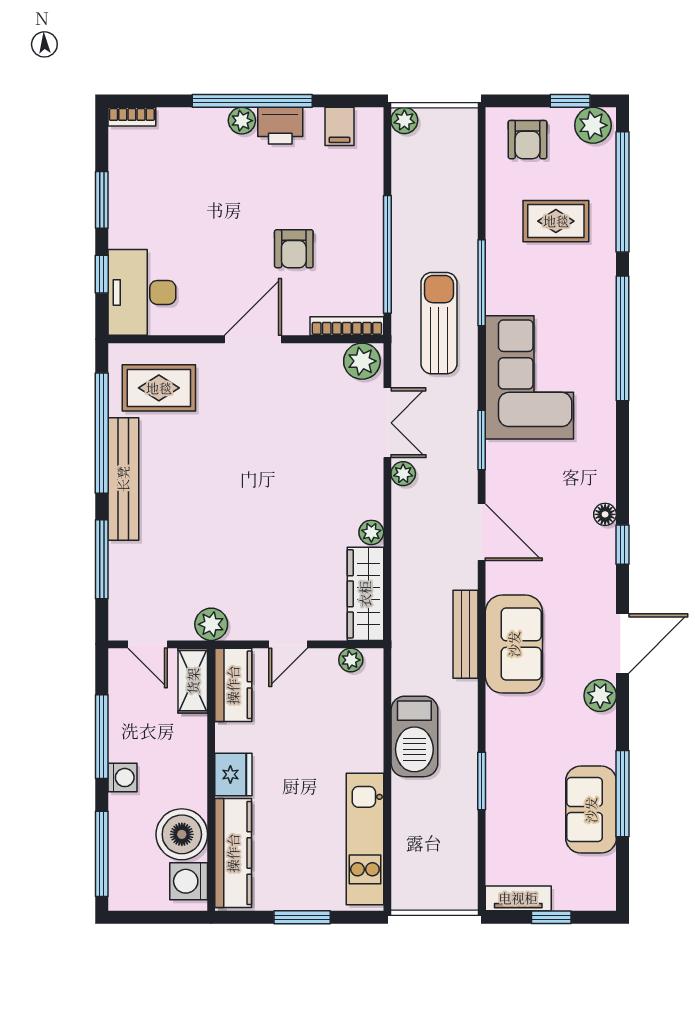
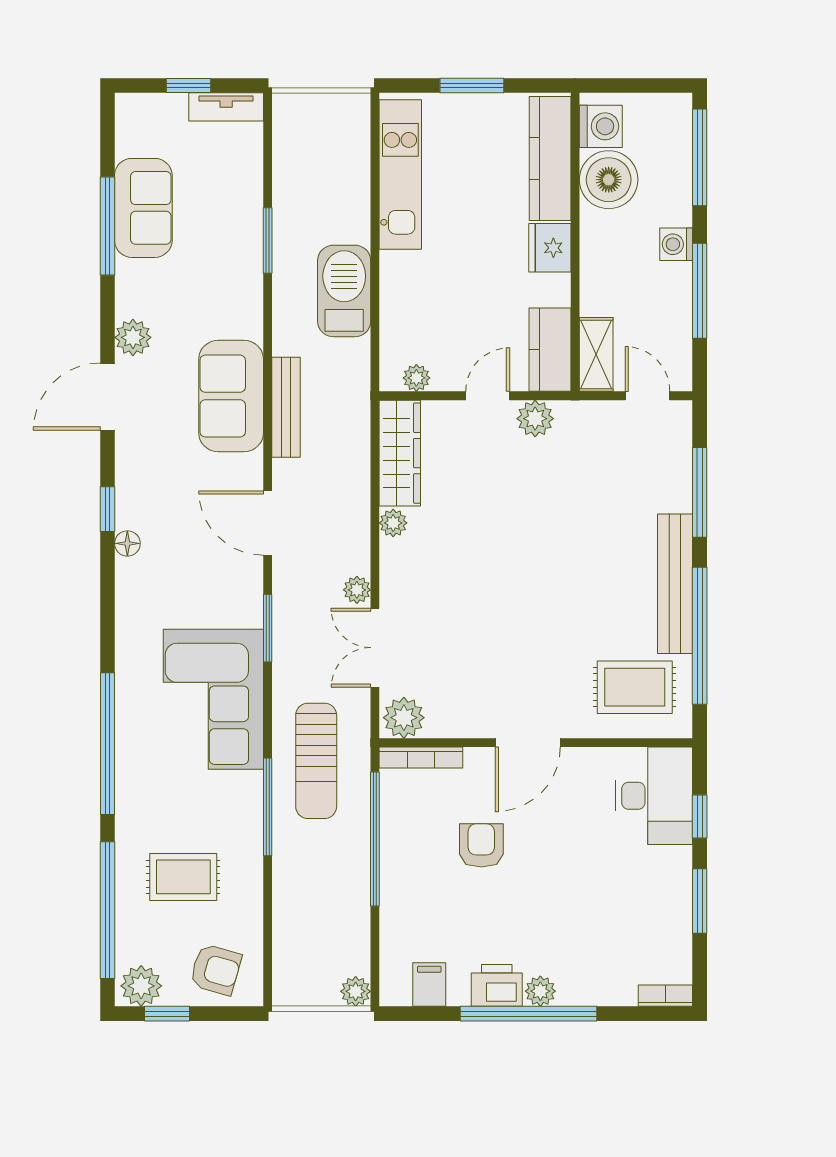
armchair: (527, 140) -> (216, 970), turned 106
plant: (211, 624) -> (535, 419), moved

